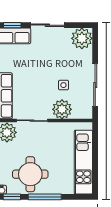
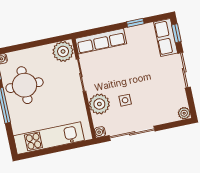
plant: (82, 38) -> (184, 113), width x0.53, depth x0.53
water cooler: (88, 114) -> (100, 132), added

